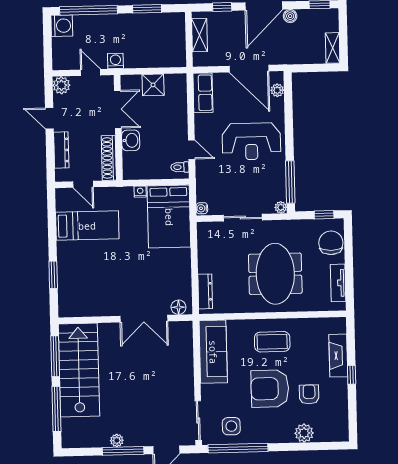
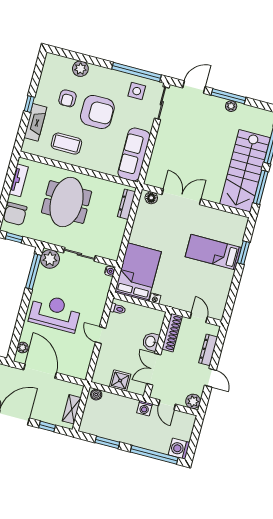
boiler: (176, 60) -> (96, 395), added
row of seats: (203, 93) -> (82, 363), removed
door: (192, 150) -> (100, 335), moved
plant: (281, 207) -> (50, 259), width x1.88, depth x1.88
bed: (87, 226) -> (213, 252), moved
coffee table: (272, 342) -> (66, 144), moved

